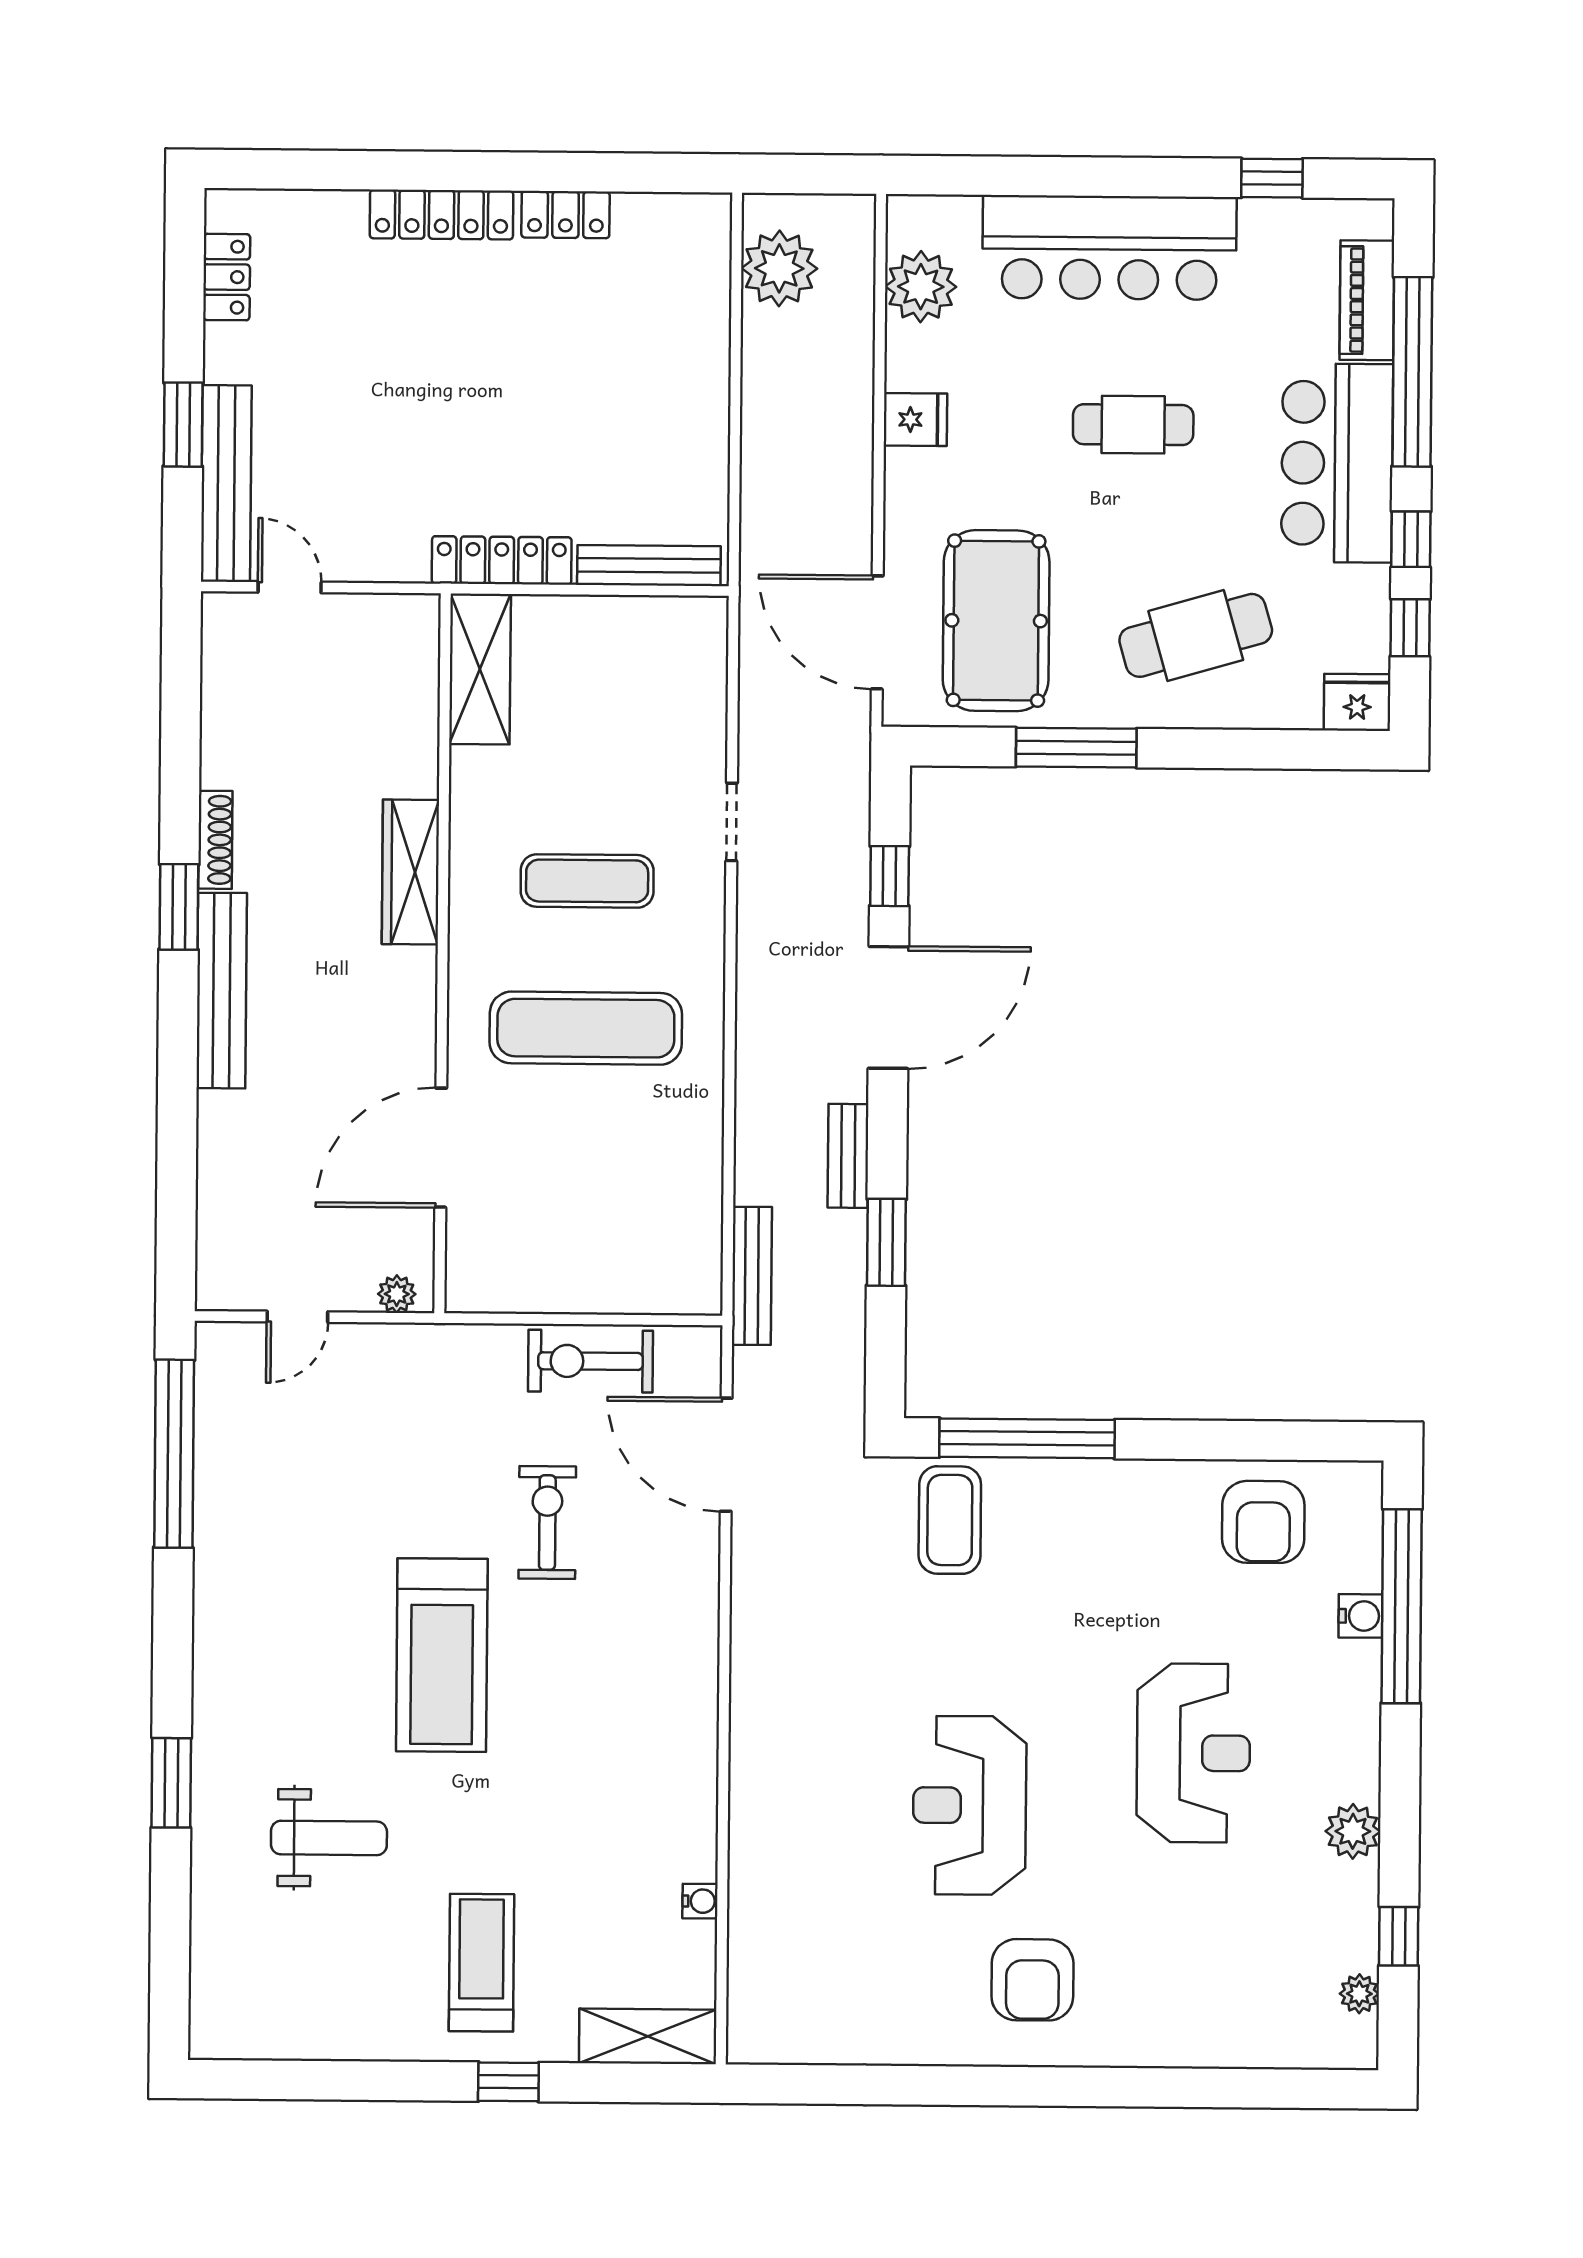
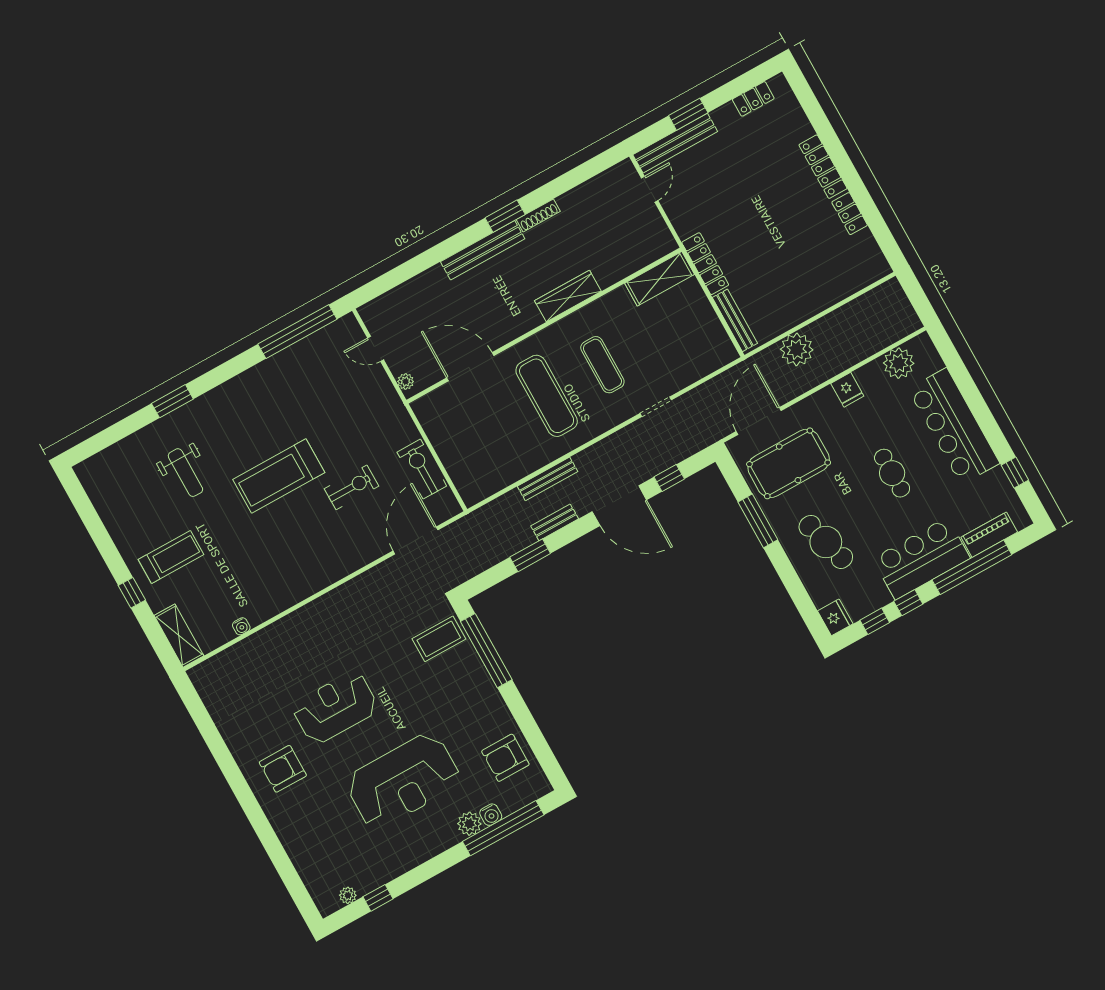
plant: (779, 268) -> (797, 350), moved
bench: (752, 1276) -> (548, 479), moved
reception desk: (1193, 1753) -> (403, 781), width x1.36, depth x1.30
plant: (1353, 1831) -> (469, 824), moved

